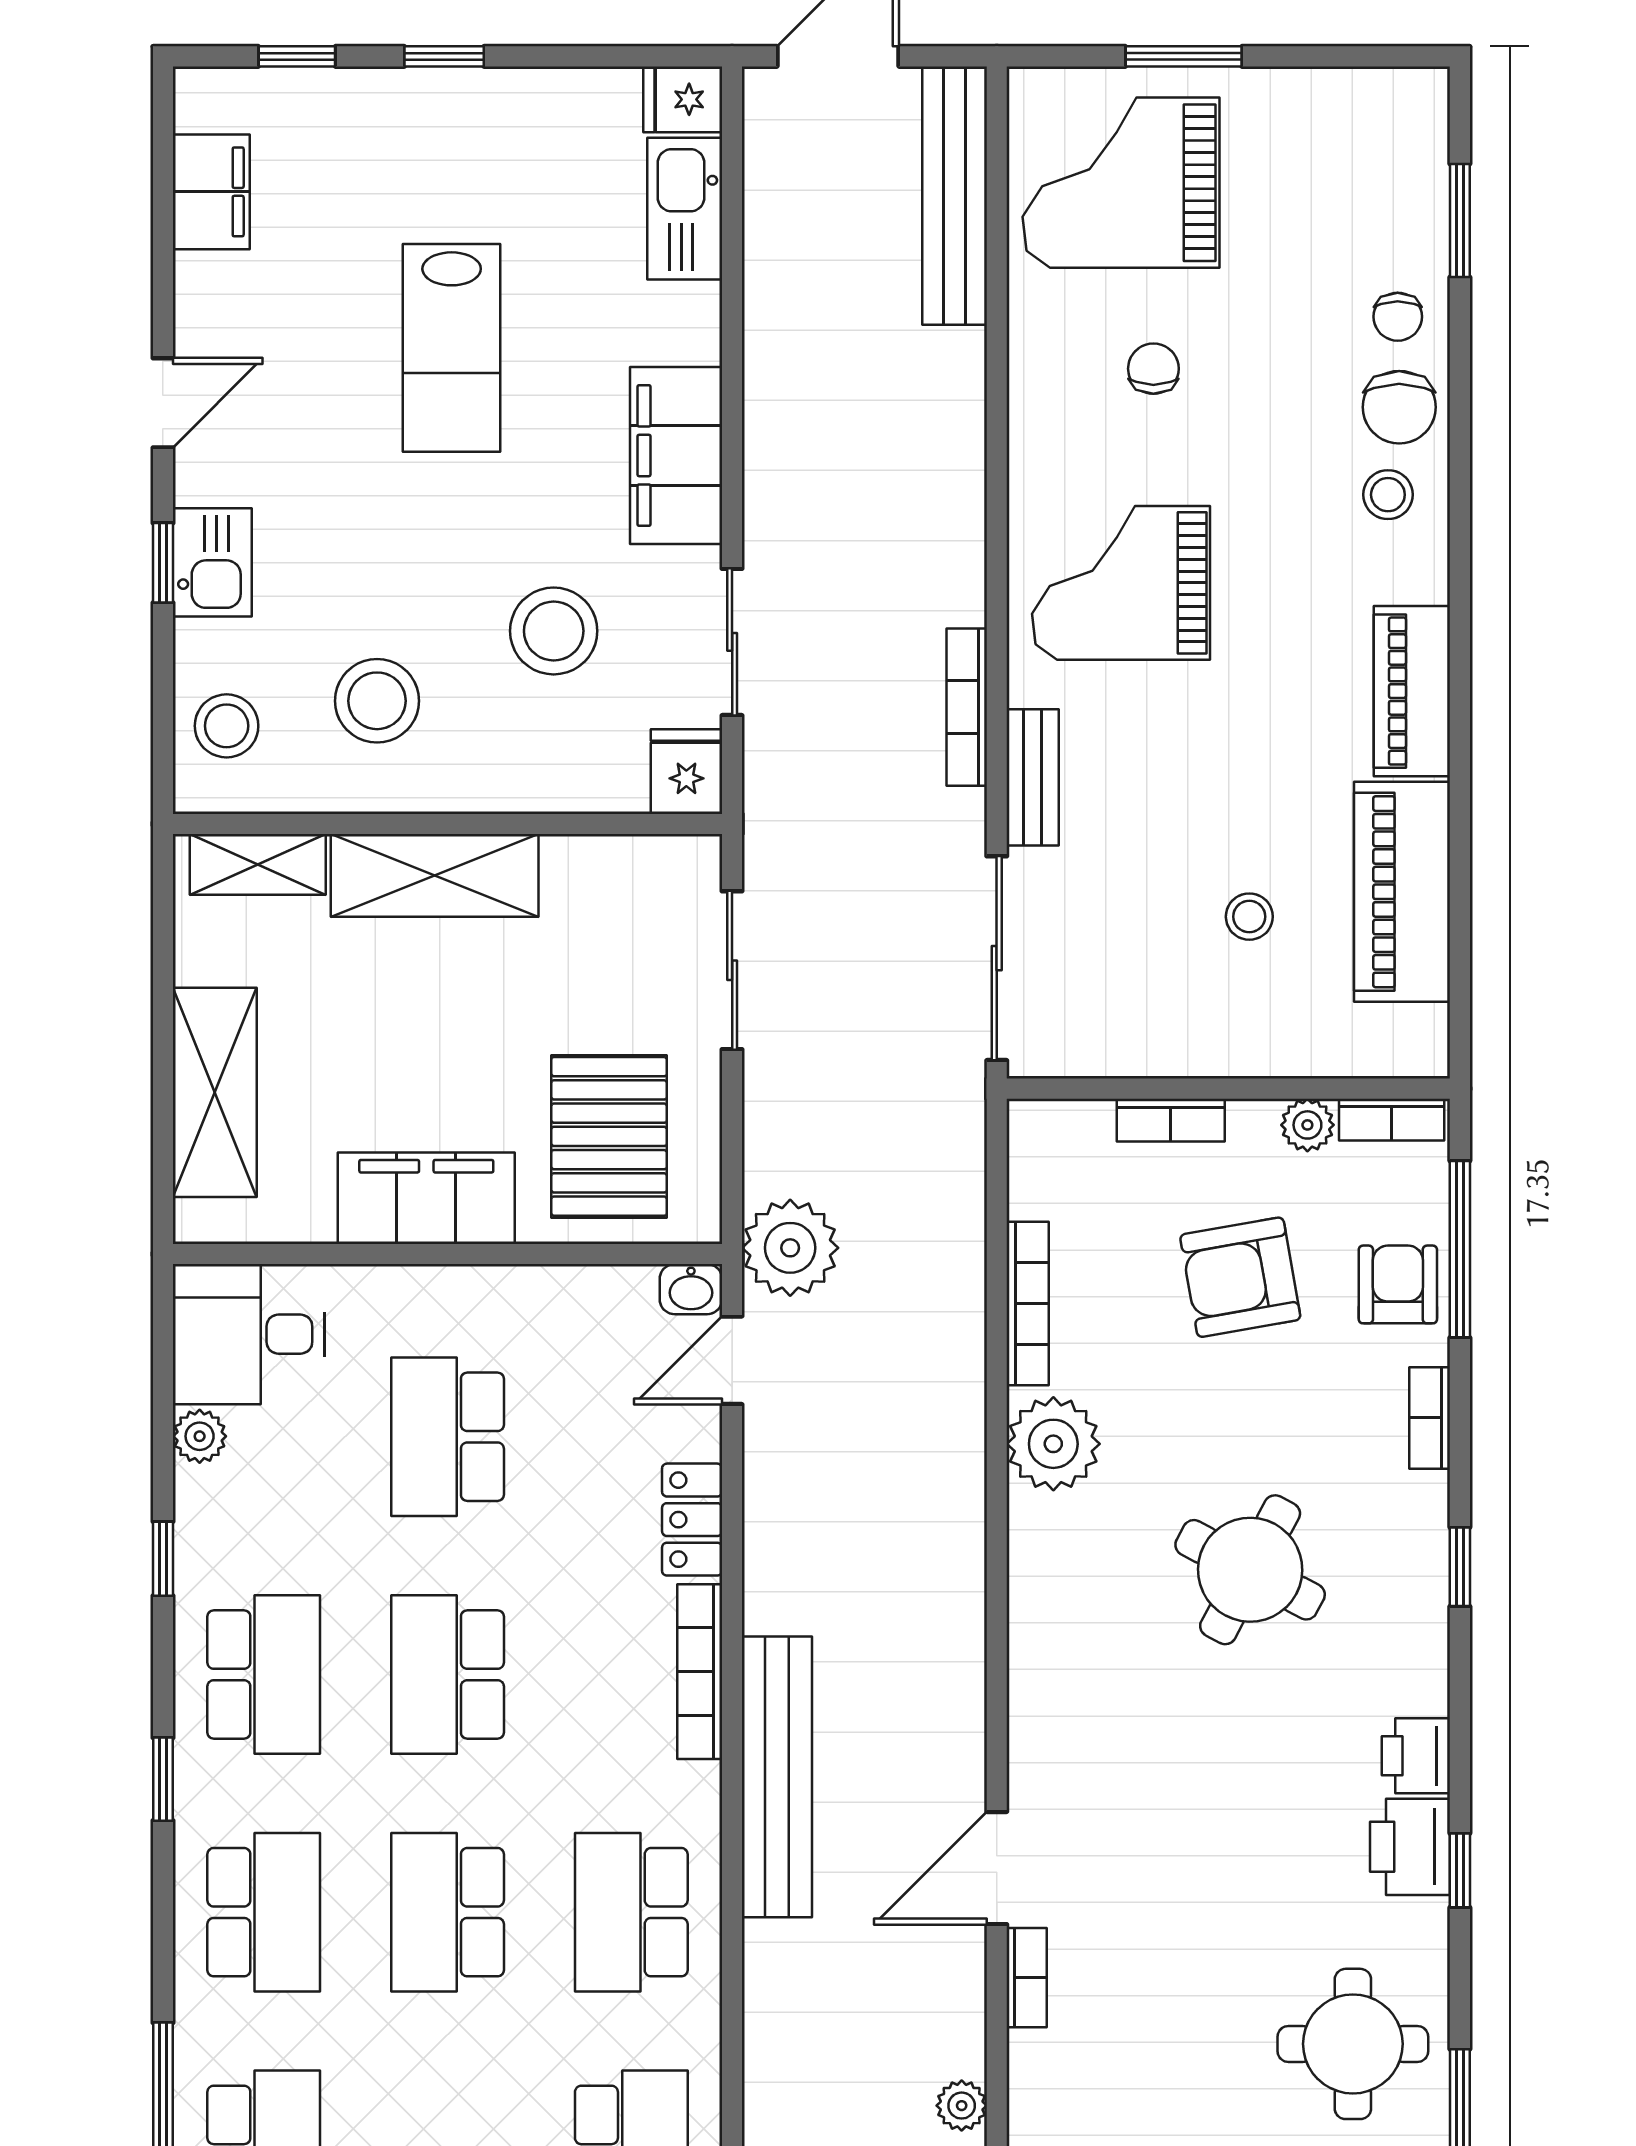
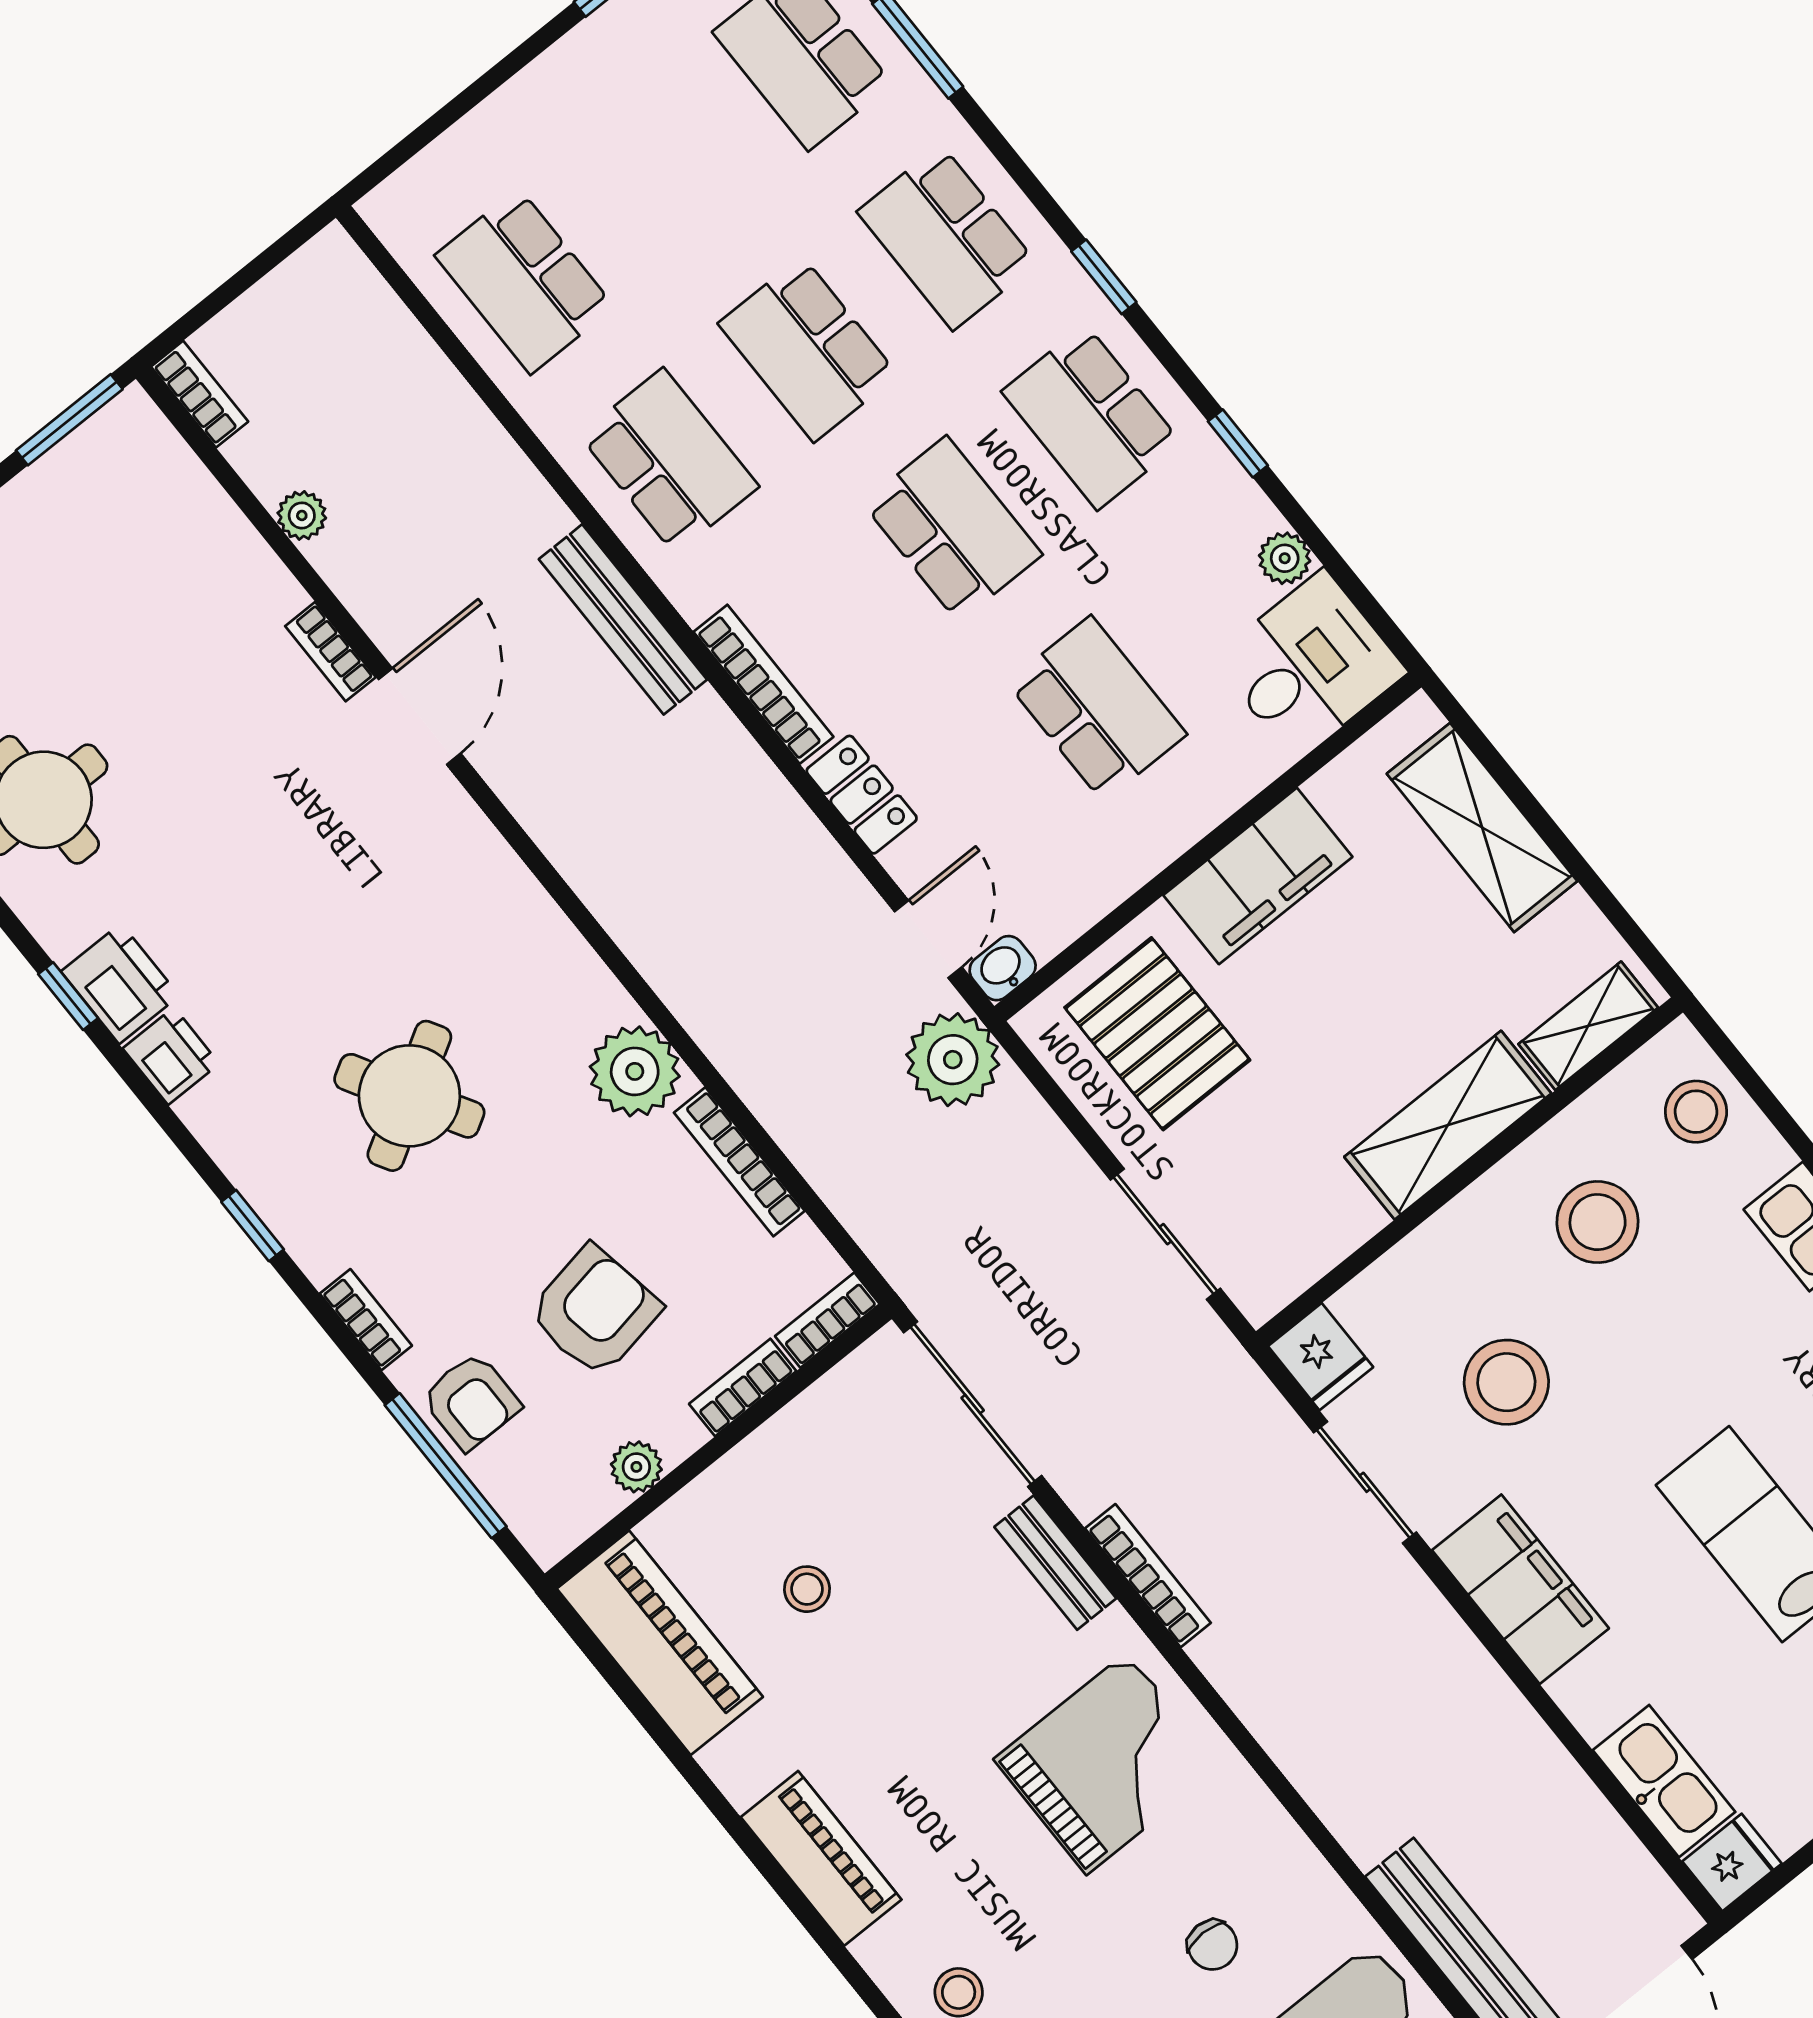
piano: (1402, 892) -> (660, 1643), moved
bookcase: (1392, 1120) -> (827, 1320), moved
round table: (1250, 1570) -> (409, 1096), turned 32
bench: (777, 1777) -> (623, 619), width x0.73, depth x0.82
school desk: (448, 1912) -> (808, 349), turned 180

